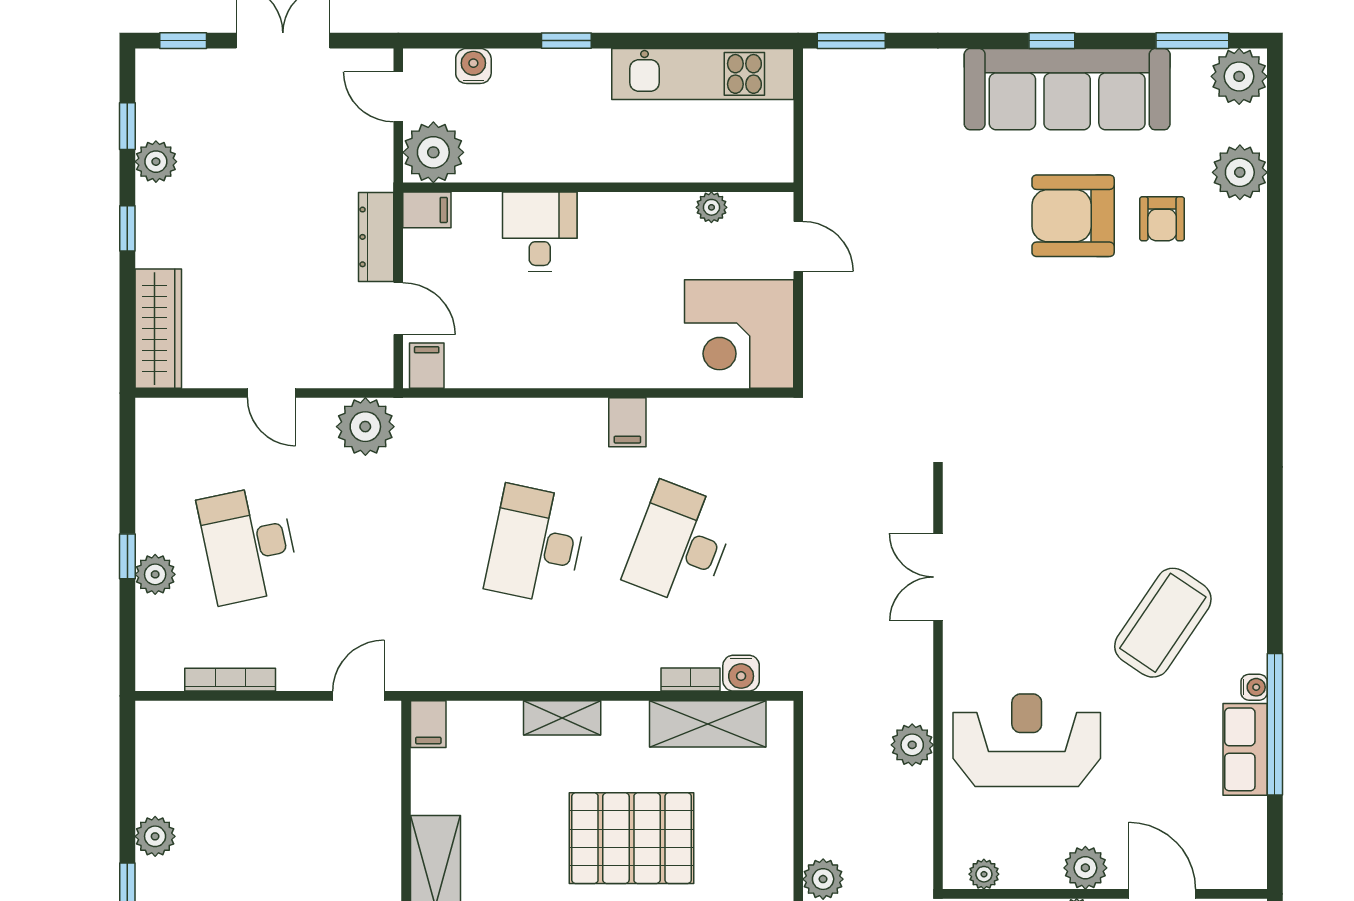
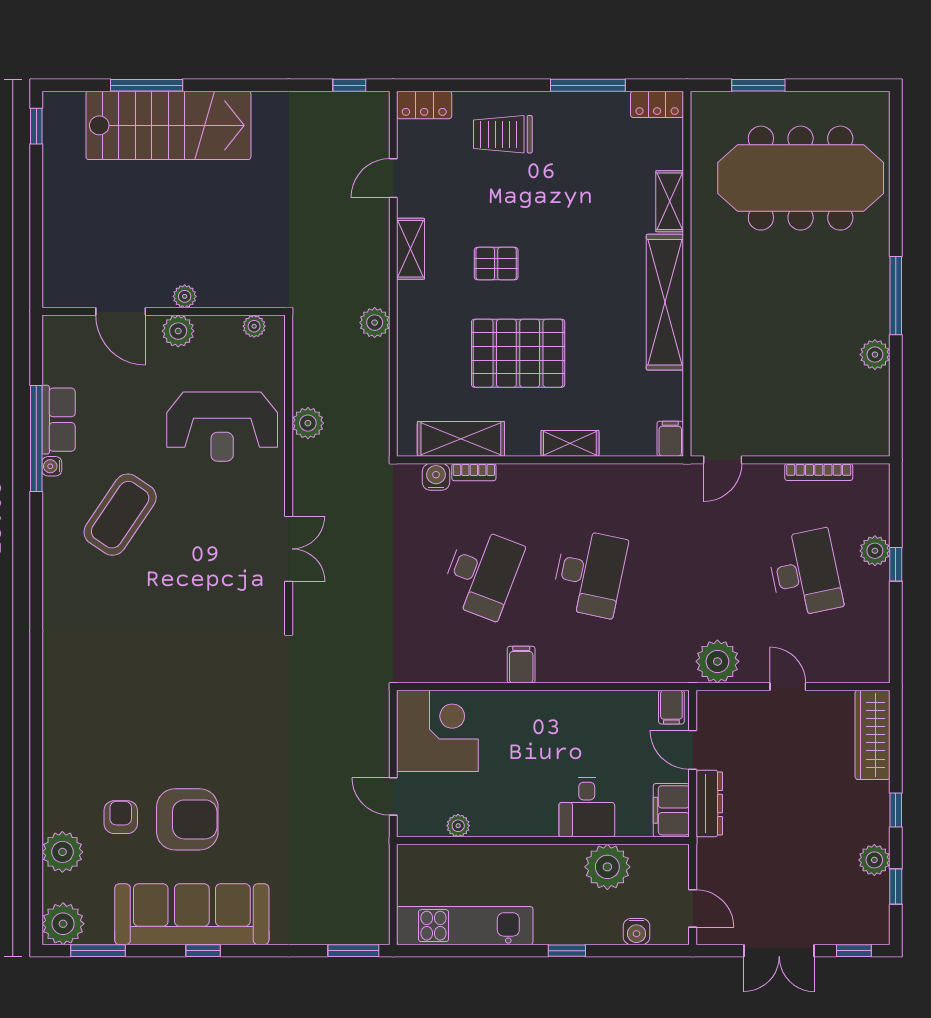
plant: (433, 152) -> (607, 867), moved
filing cabinet: (427, 210) -> (671, 810), width x2.00

